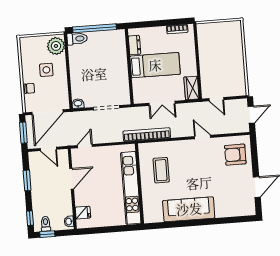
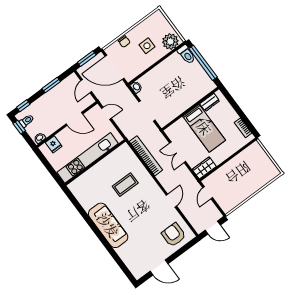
wall: (139, 184) -> (95, 163), moved
kitchen unit: (131, 188) -> (88, 158), moved

